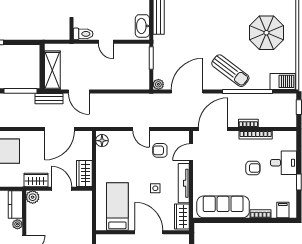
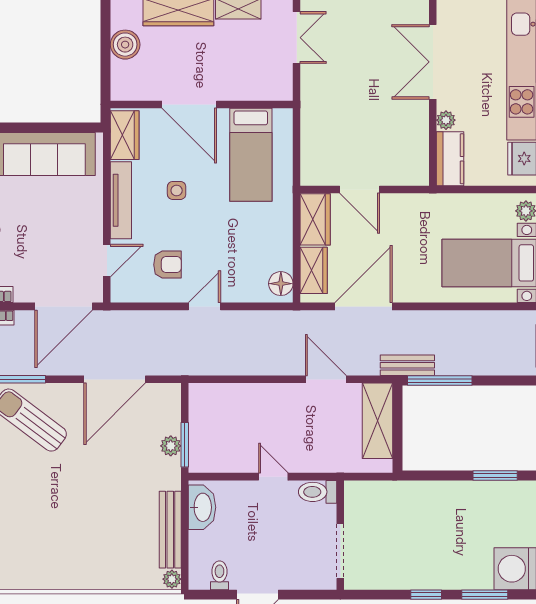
plant: (158, 84) -> (171, 446), moved
bench: (49, 99) -> (407, 365), moved
door: (141, 129) -> (205, 306), hinge flipped
wardrobe: (36, 180) -> (314, 270), moved, turned -90
plant: (33, 197) -> (416, 173), removed

